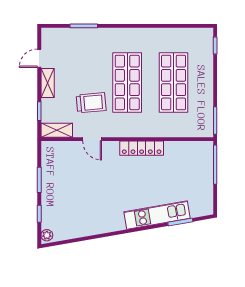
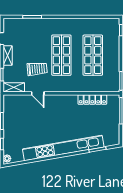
locker: (142, 148) -> (92, 100), moved
kitchen unit: (157, 215) -> (63, 148), width x1.86

